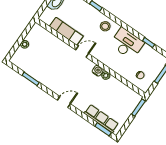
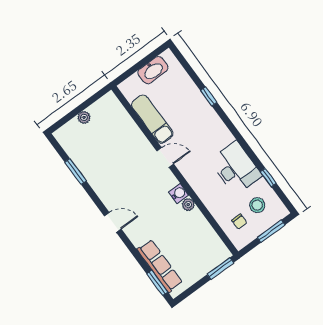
stool: (105, 26) -> (257, 205), moved

